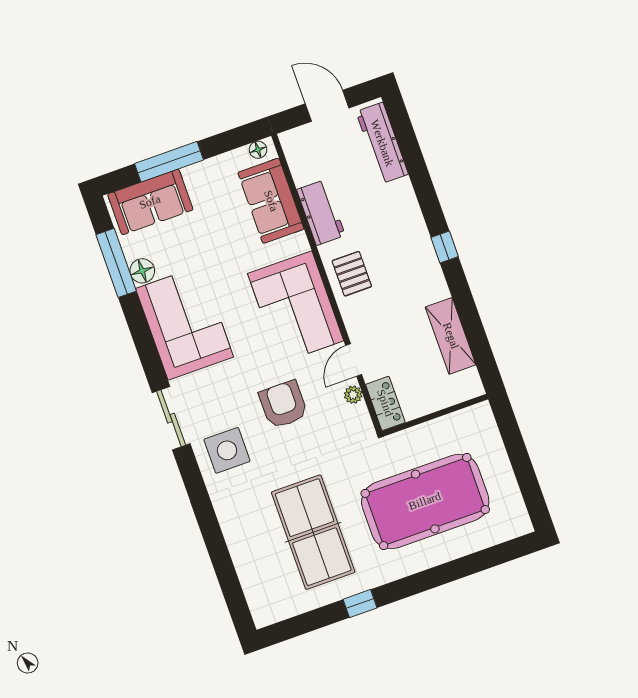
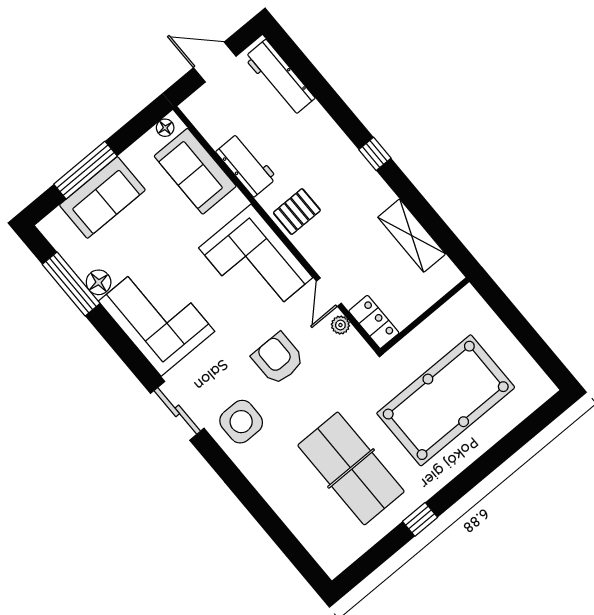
sofa: (150, 202) -> (102, 197), moved
pallet: (352, 274) -> (297, 212), turned 90

